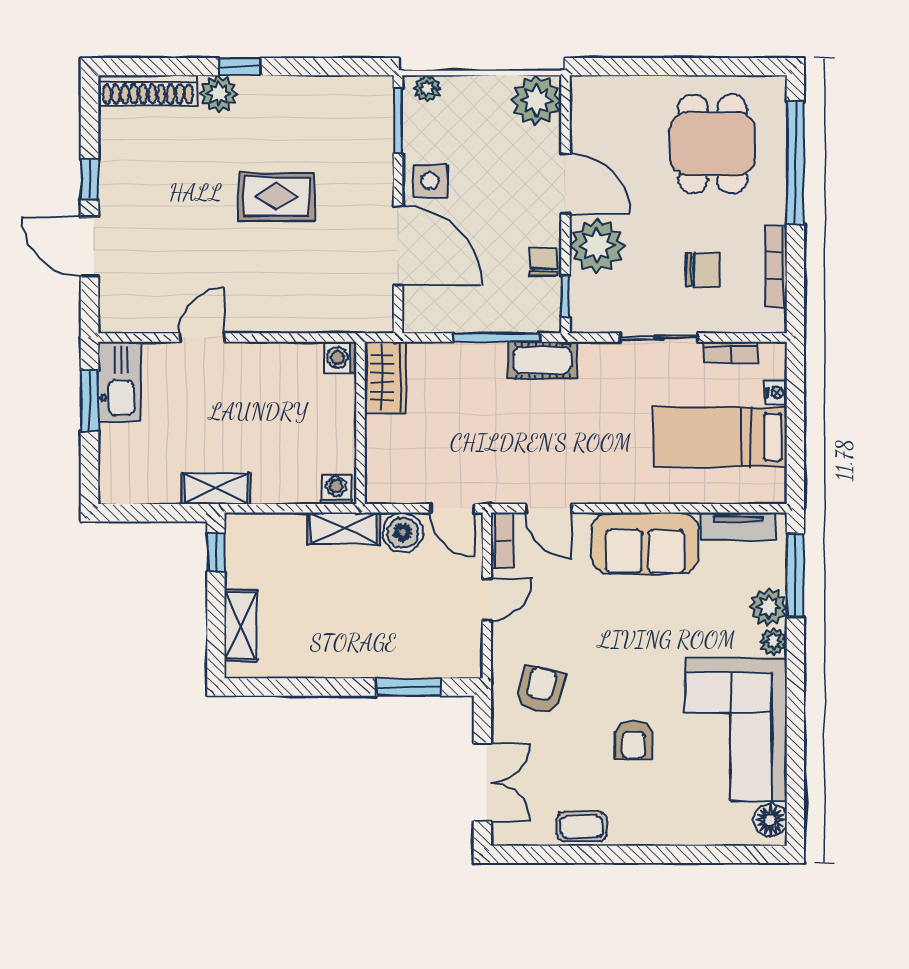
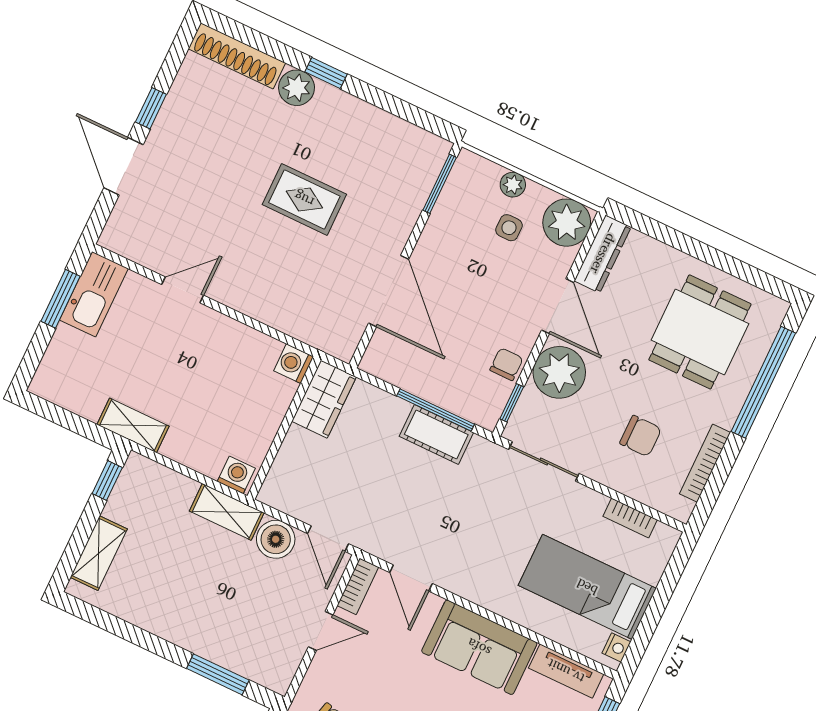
plant: (427, 88) -> (513, 185), moved
dresser: (585, 114) -> (603, 254), added
side table: (430, 181) -> (509, 228), moved, width x0.73, depth x0.73
sliding door: (659, 337) -> (544, 461), moved
cot: (542, 360) -> (436, 434), moved
nightstand: (776, 393) -> (617, 648), moved

